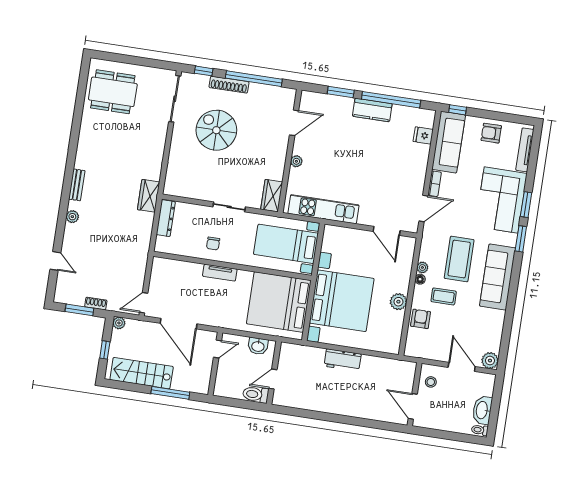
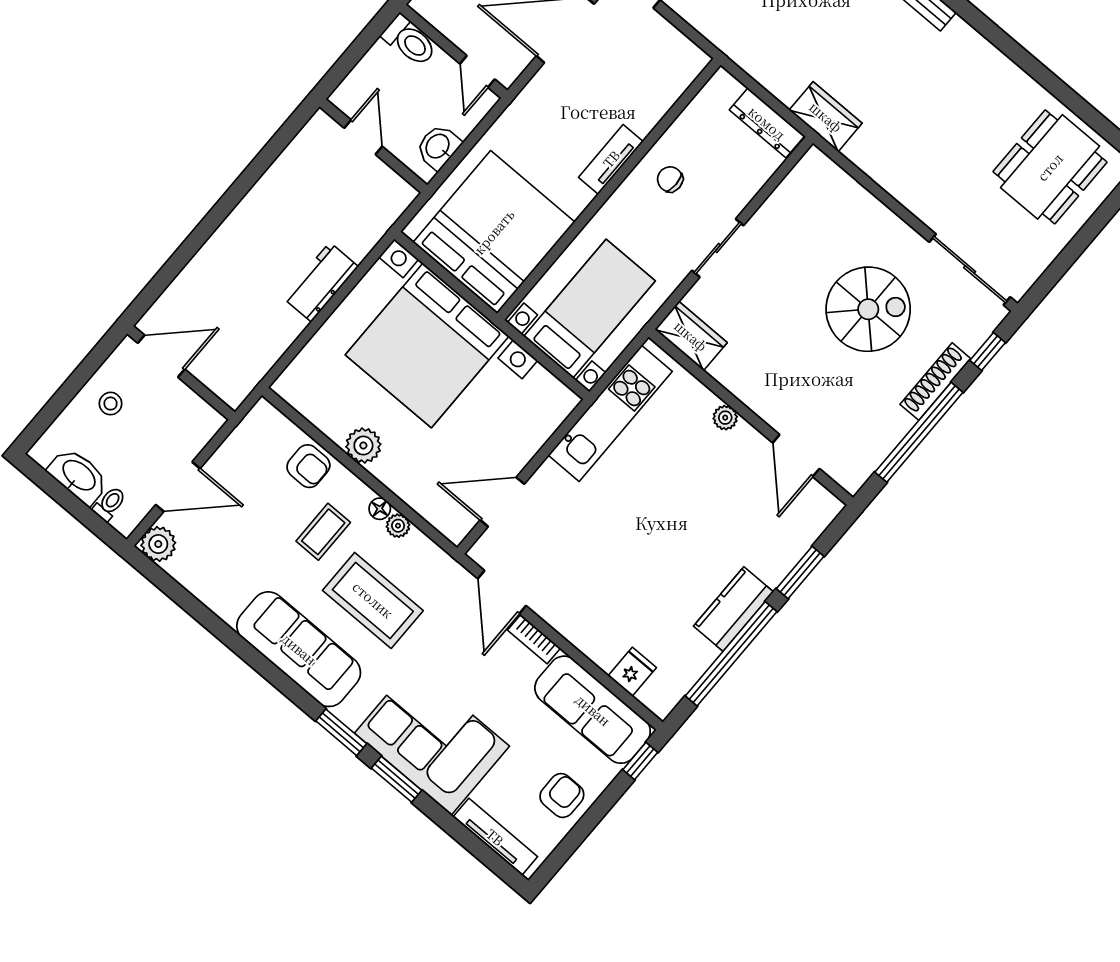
stool: (431, 382) -> (111, 404), moved
toilet: (256, 394) -> (409, 41), moved, turned 90
toilet: (480, 430) -> (110, 504), moved

